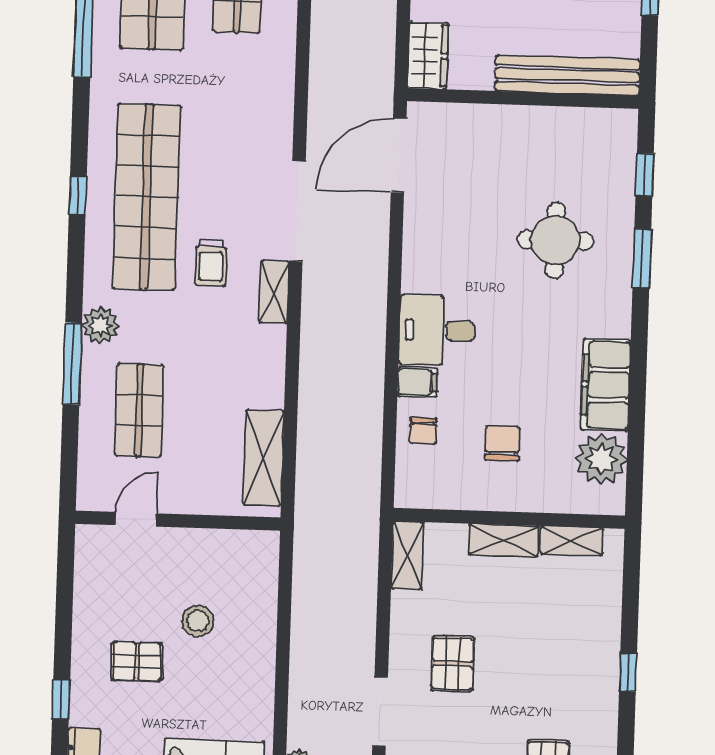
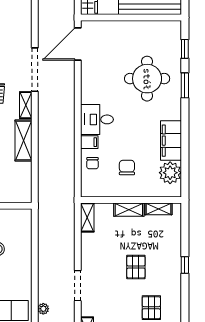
round table: (555, 240) -> (147, 79), width x1.36, depth x1.36
shelving: (264, 458) -> (24, 141), moved
pallet: (453, 664) -> (136, 267), moved

